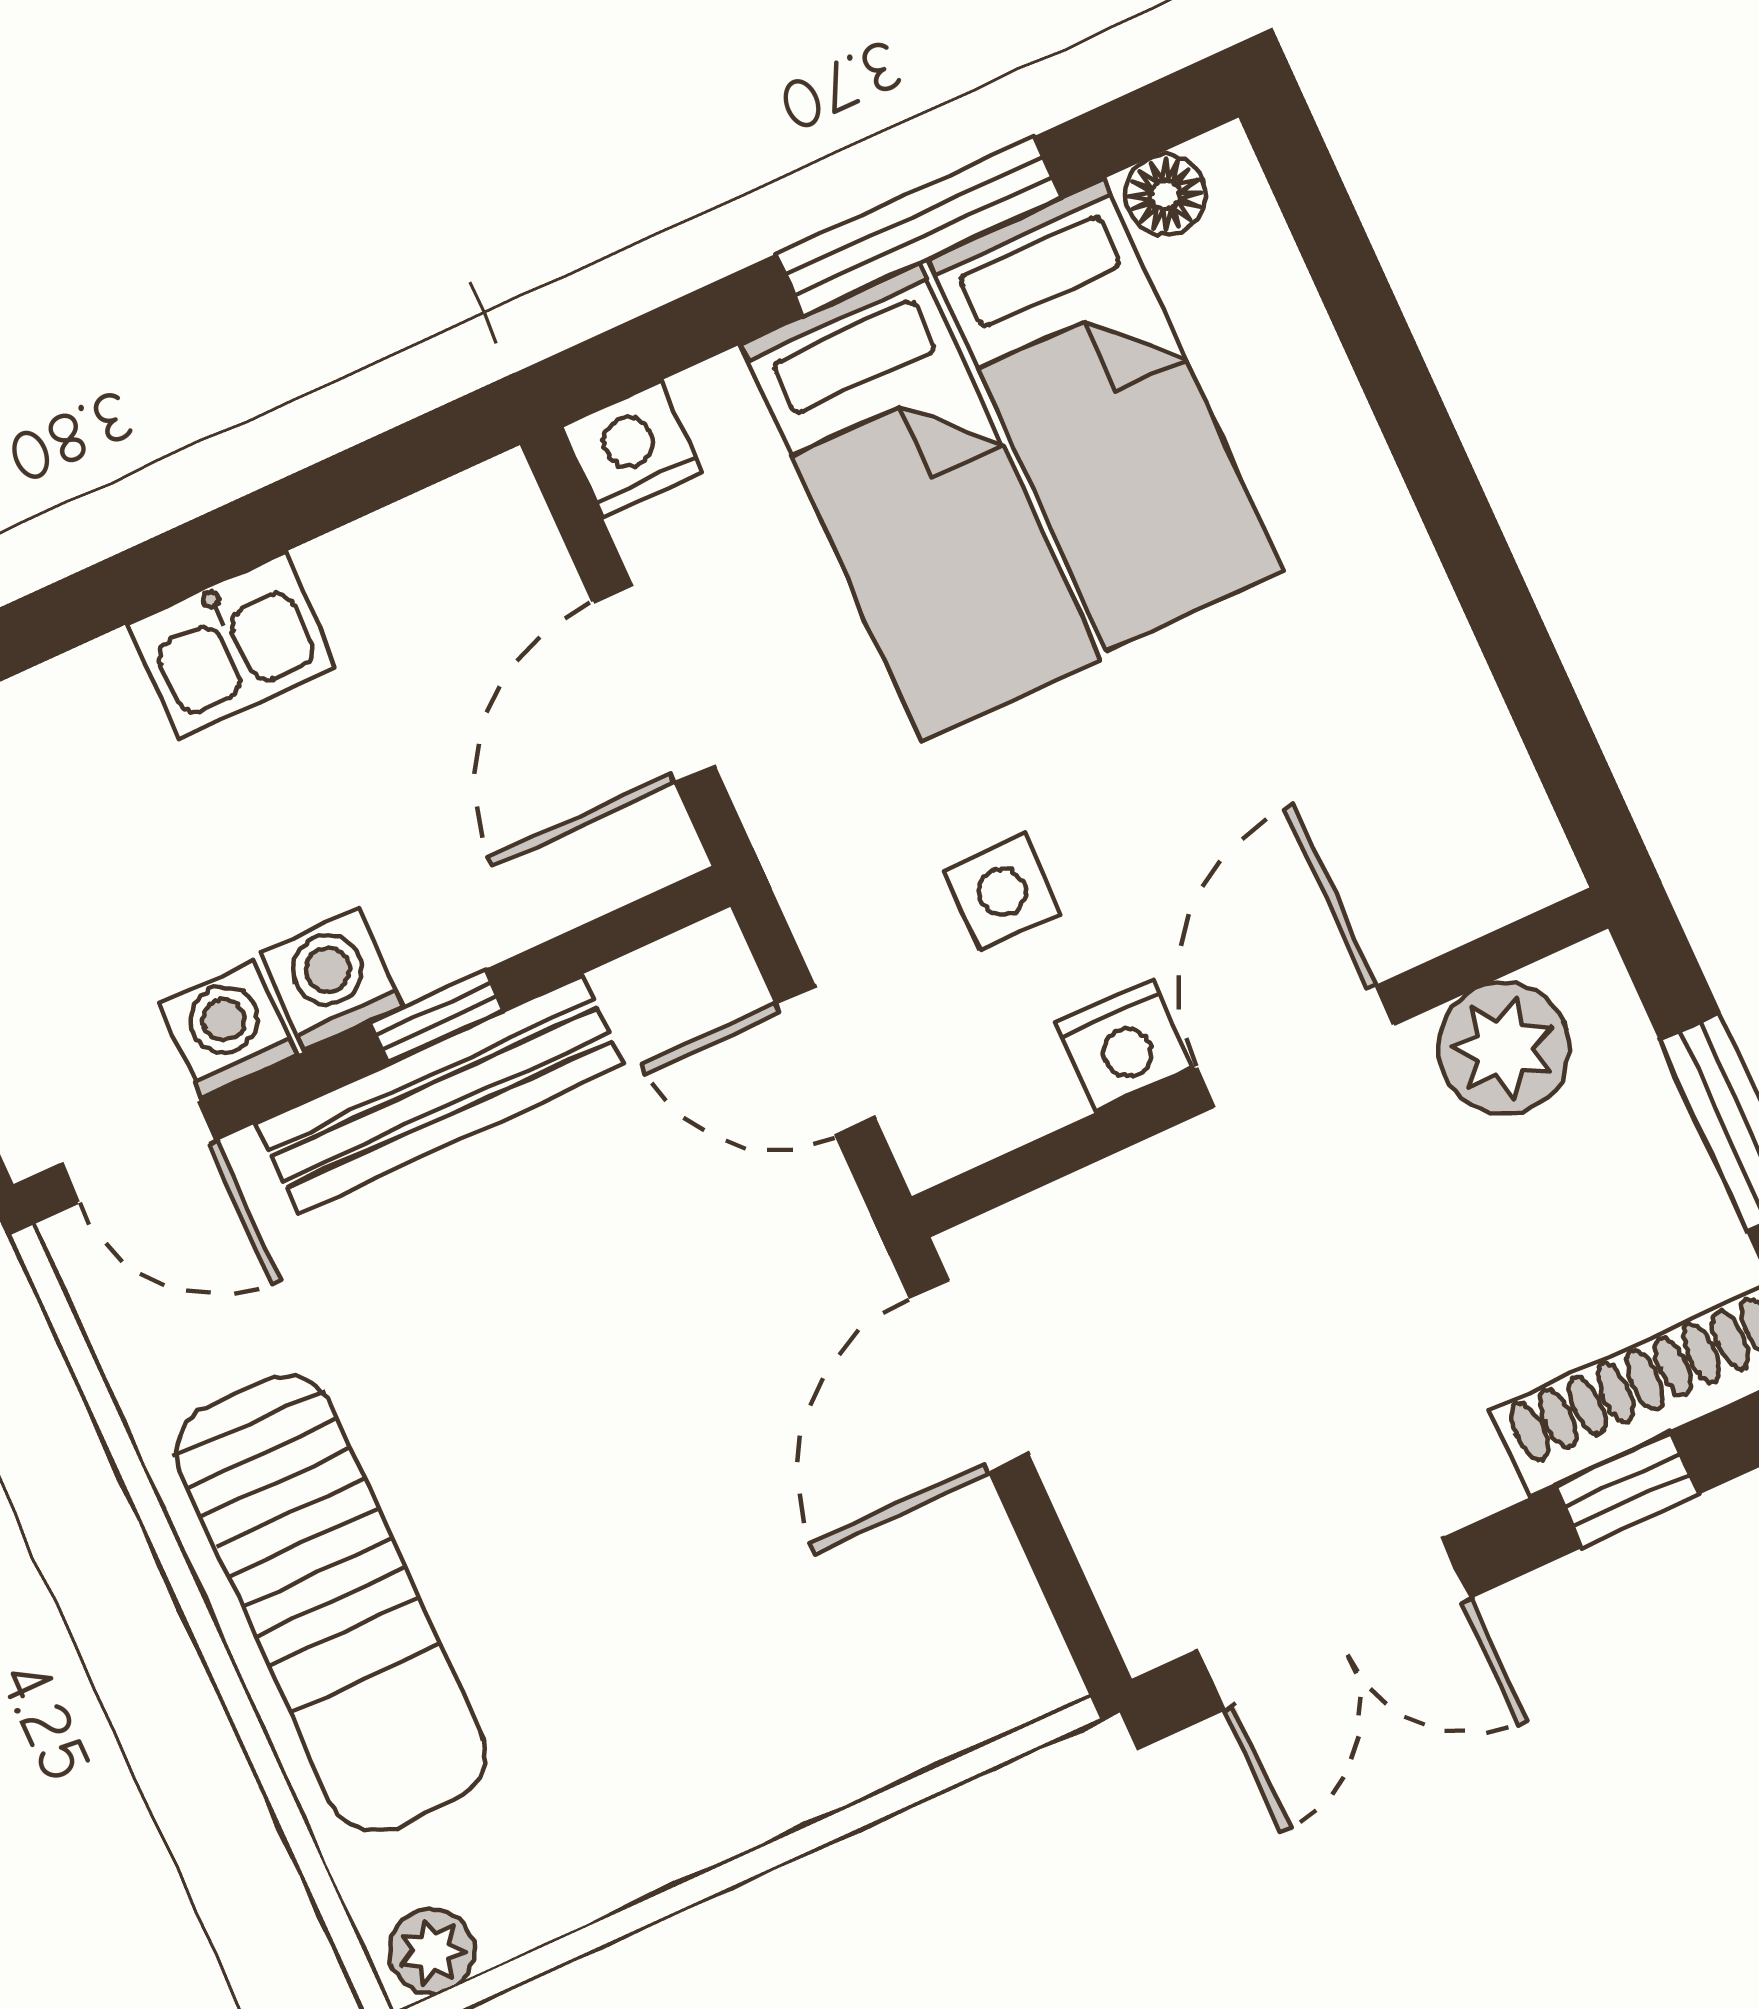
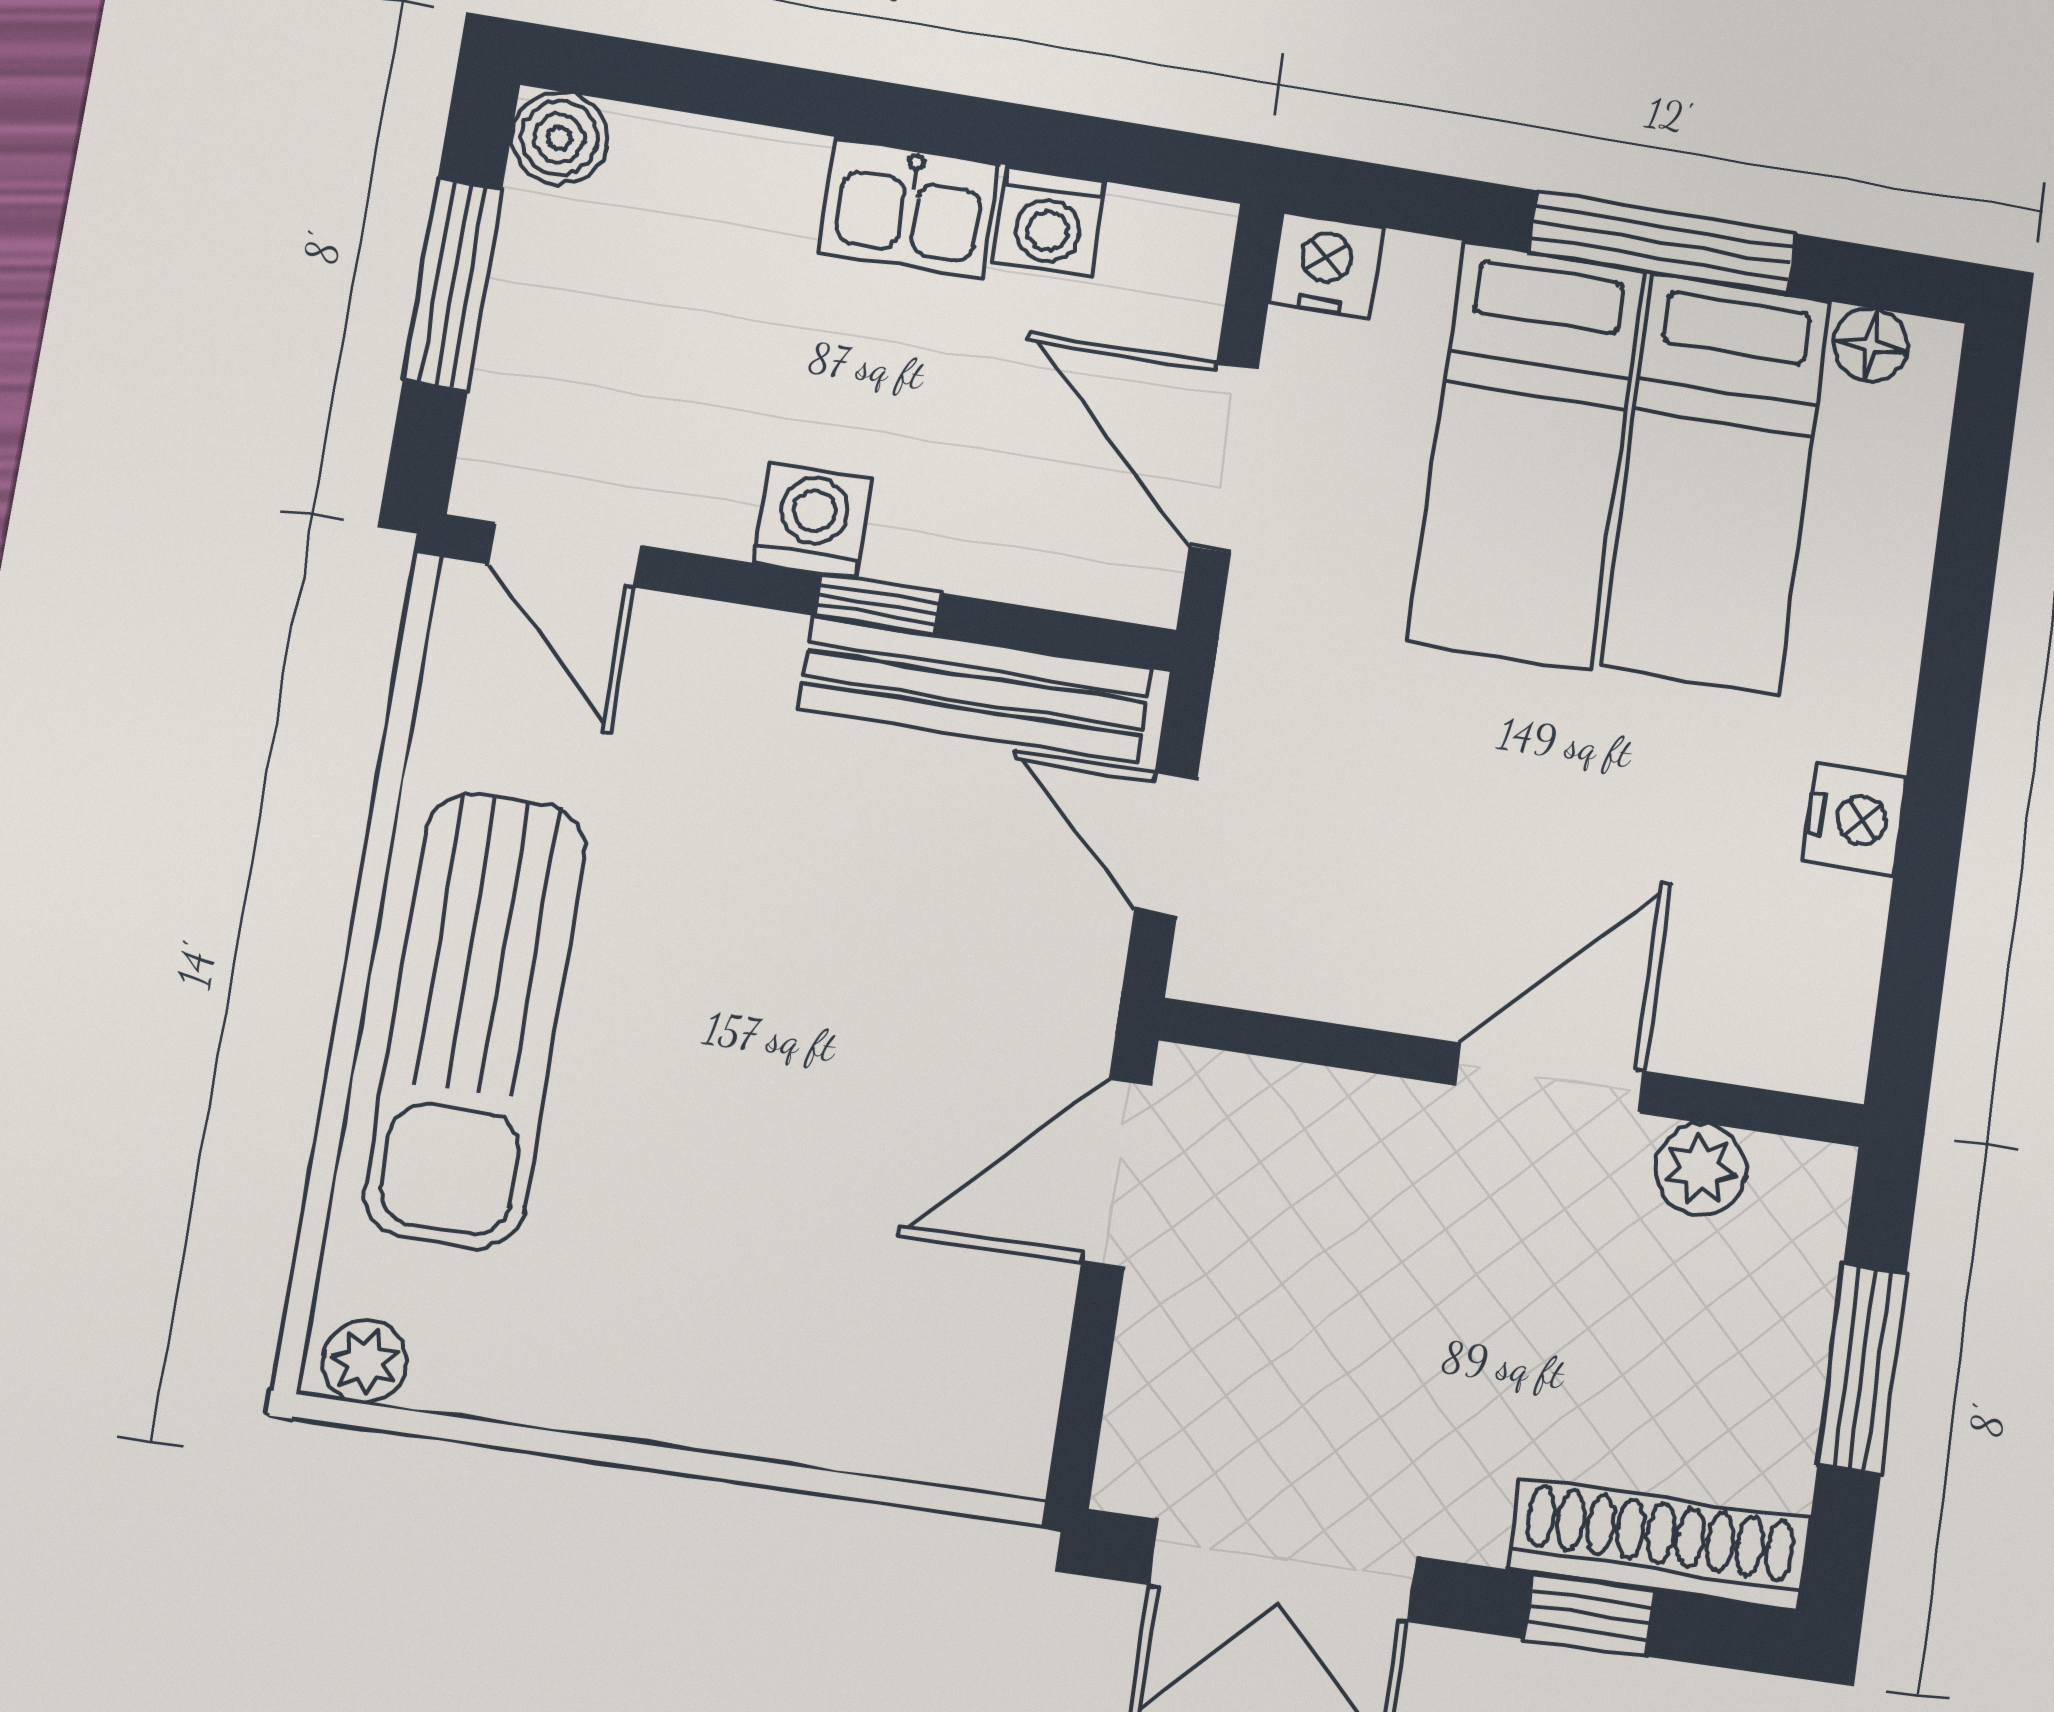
door: (653, 684) -> (1224, 457), hinge flipped
side table: (1002, 892) -> (1395, 802), removed
washing machine: (228, 1029) -> (1049, 221), moved, turned 180
nightstand: (1124, 1045) -> (1854, 819), moved, turned -90
plant: (1504, 1048) -> (1701, 1169), width x0.73, depth x0.73
bench: (440, 1094) -> (976, 689), moved

